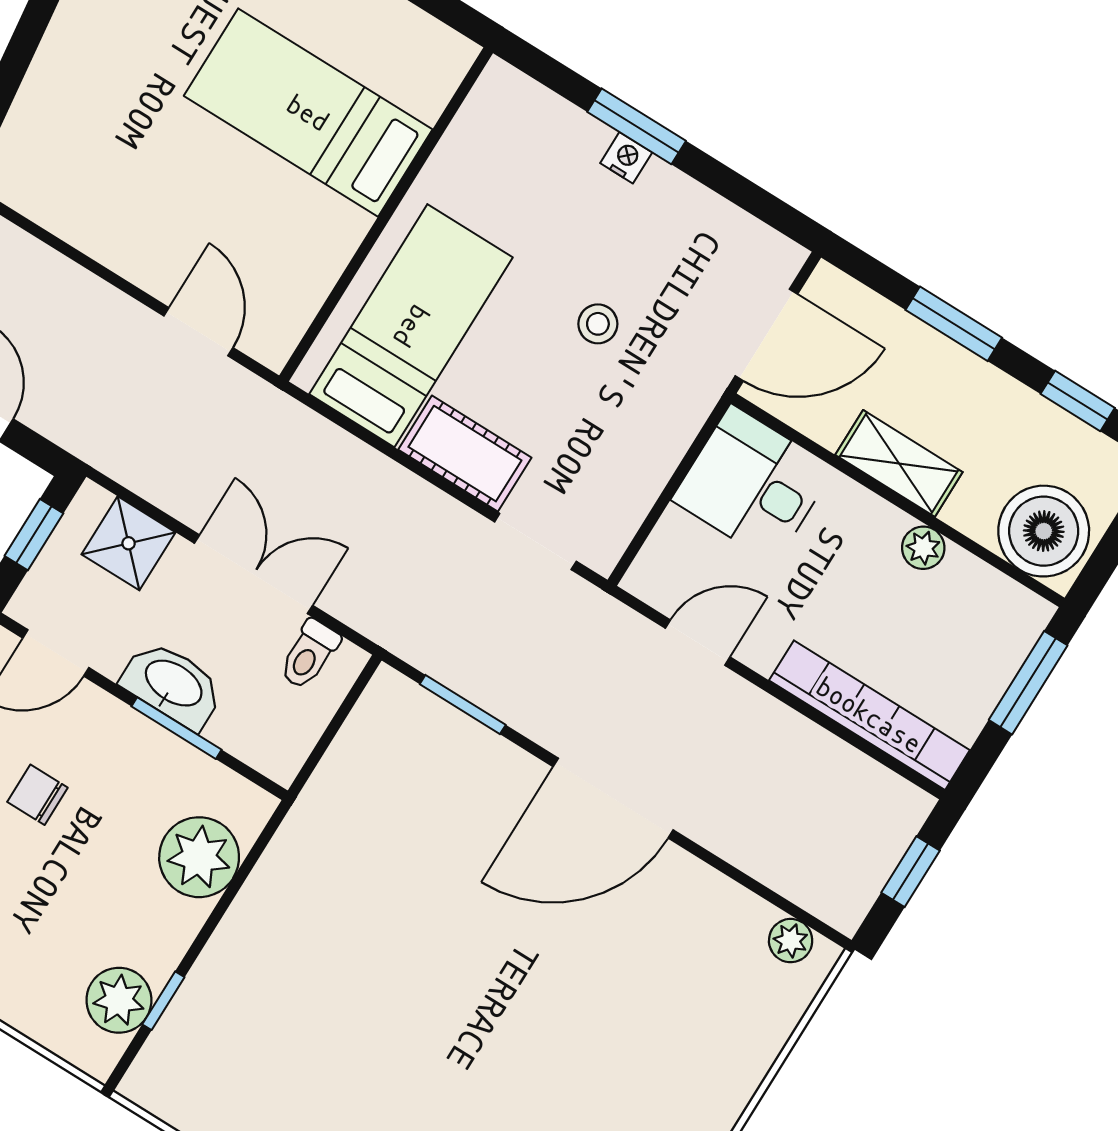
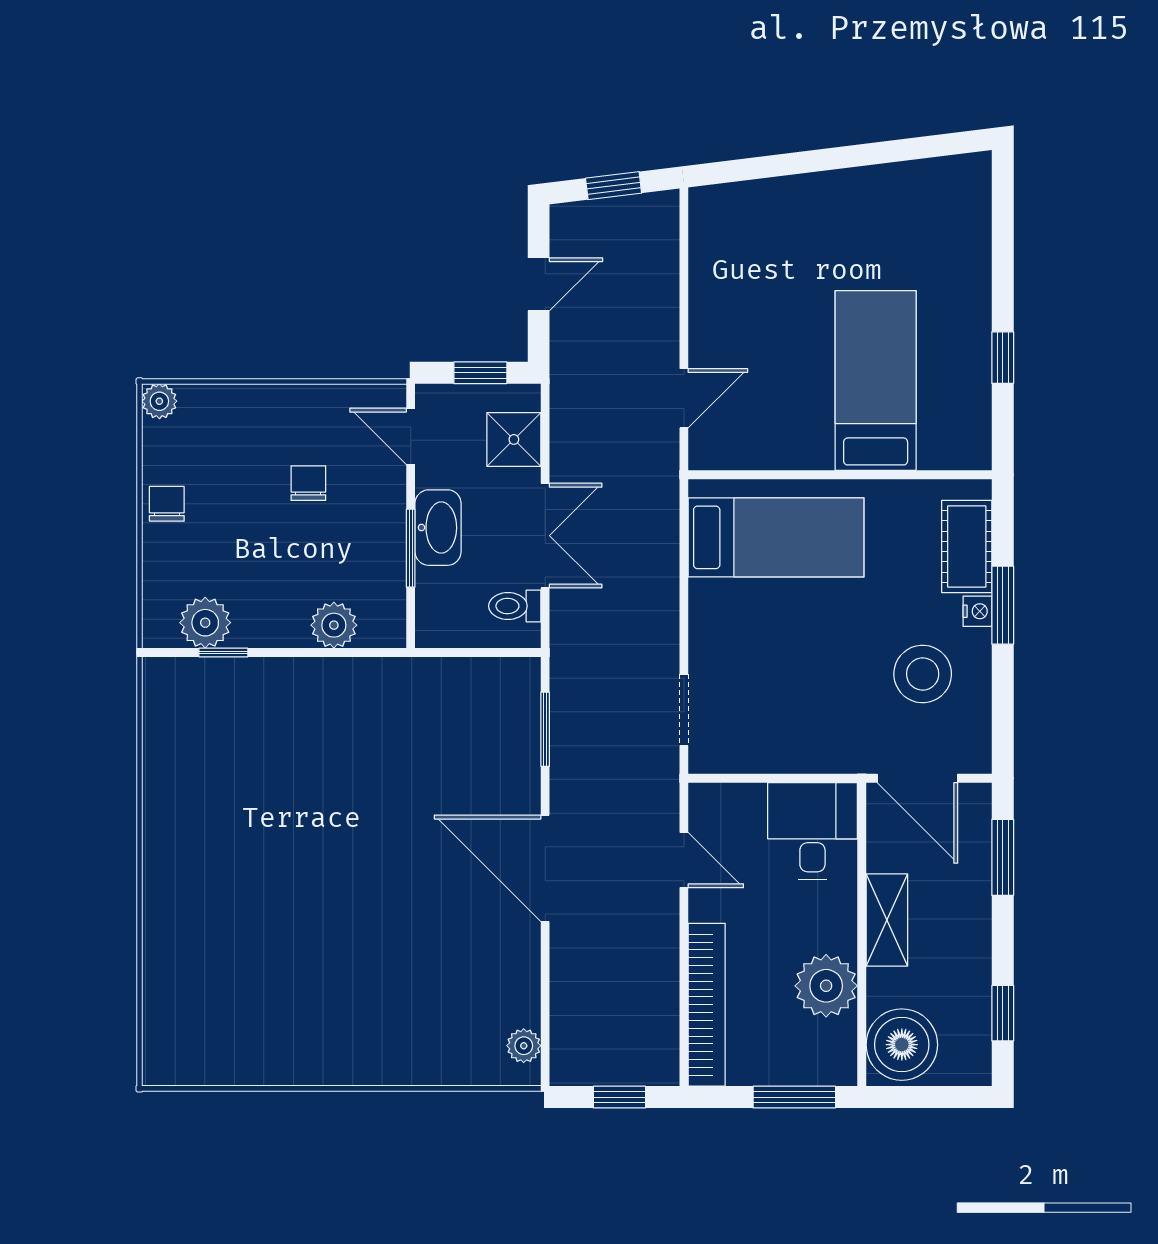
stool: (598, 324) -> (923, 674), moved, width x1.89, depth x1.89
window: (954, 324) -> (1003, 857), moved
cot: (465, 454) -> (967, 546), moved
plant: (923, 548) -> (826, 986), width x1.87, depth x1.87
plant: (199, 857) -> (334, 625), width x0.73, depth x0.73

